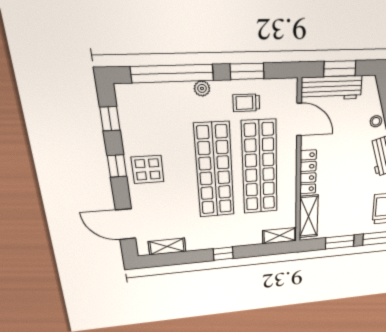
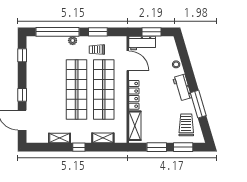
workbench: (332, 88) -> (142, 43), width x0.73
window: (117, 166) -> (22, 95), moved
display table: (148, 169) -> (39, 86), removed
shelving: (280, 236) -> (103, 138), moved
shelving: (167, 246) -> (60, 138), moved

